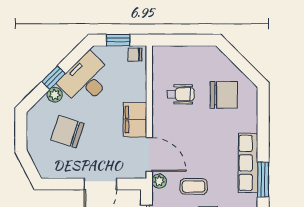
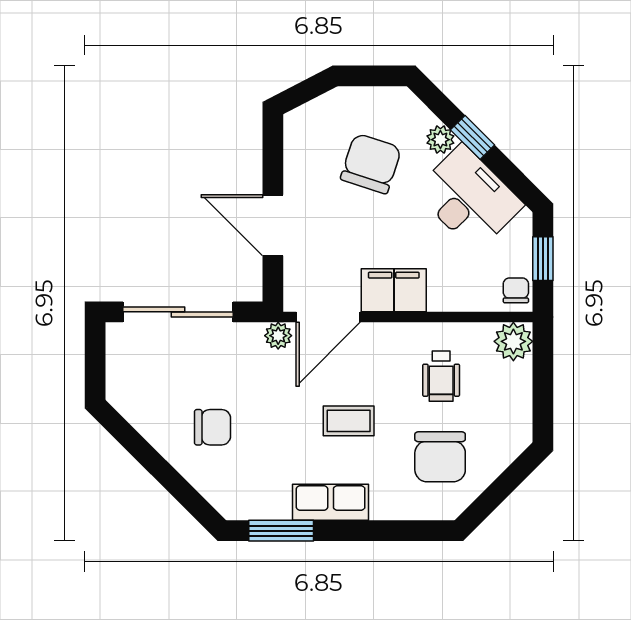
plant: (162, 56) -> (513, 341), added
row of seats: (248, 163) -> (331, 502), width x0.68
coffee table: (194, 186) -> (349, 421), moved, turned 90

